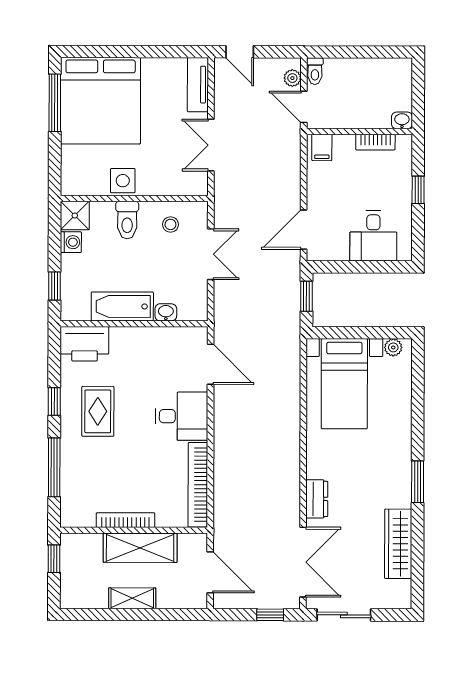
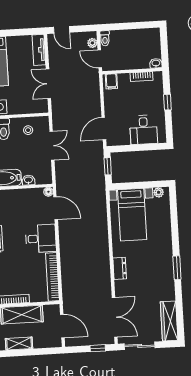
floor lamp: (200, 335) -> (48, 192), added
dresser: (317, 499) -> (120, 268), moved
wardrobe: (398, 544) -> (169, 321), moved

